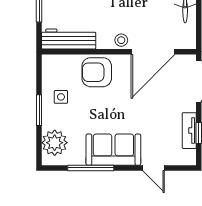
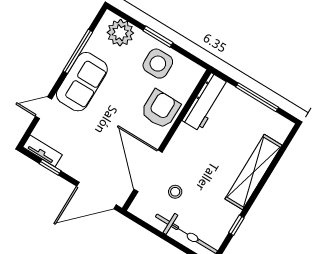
stool: (121, 40) -> (175, 192), moved
side table: (61, 97) -> (158, 64), width x1.87, depth x1.87
tv unit: (189, 131) -> (42, 151), moved

